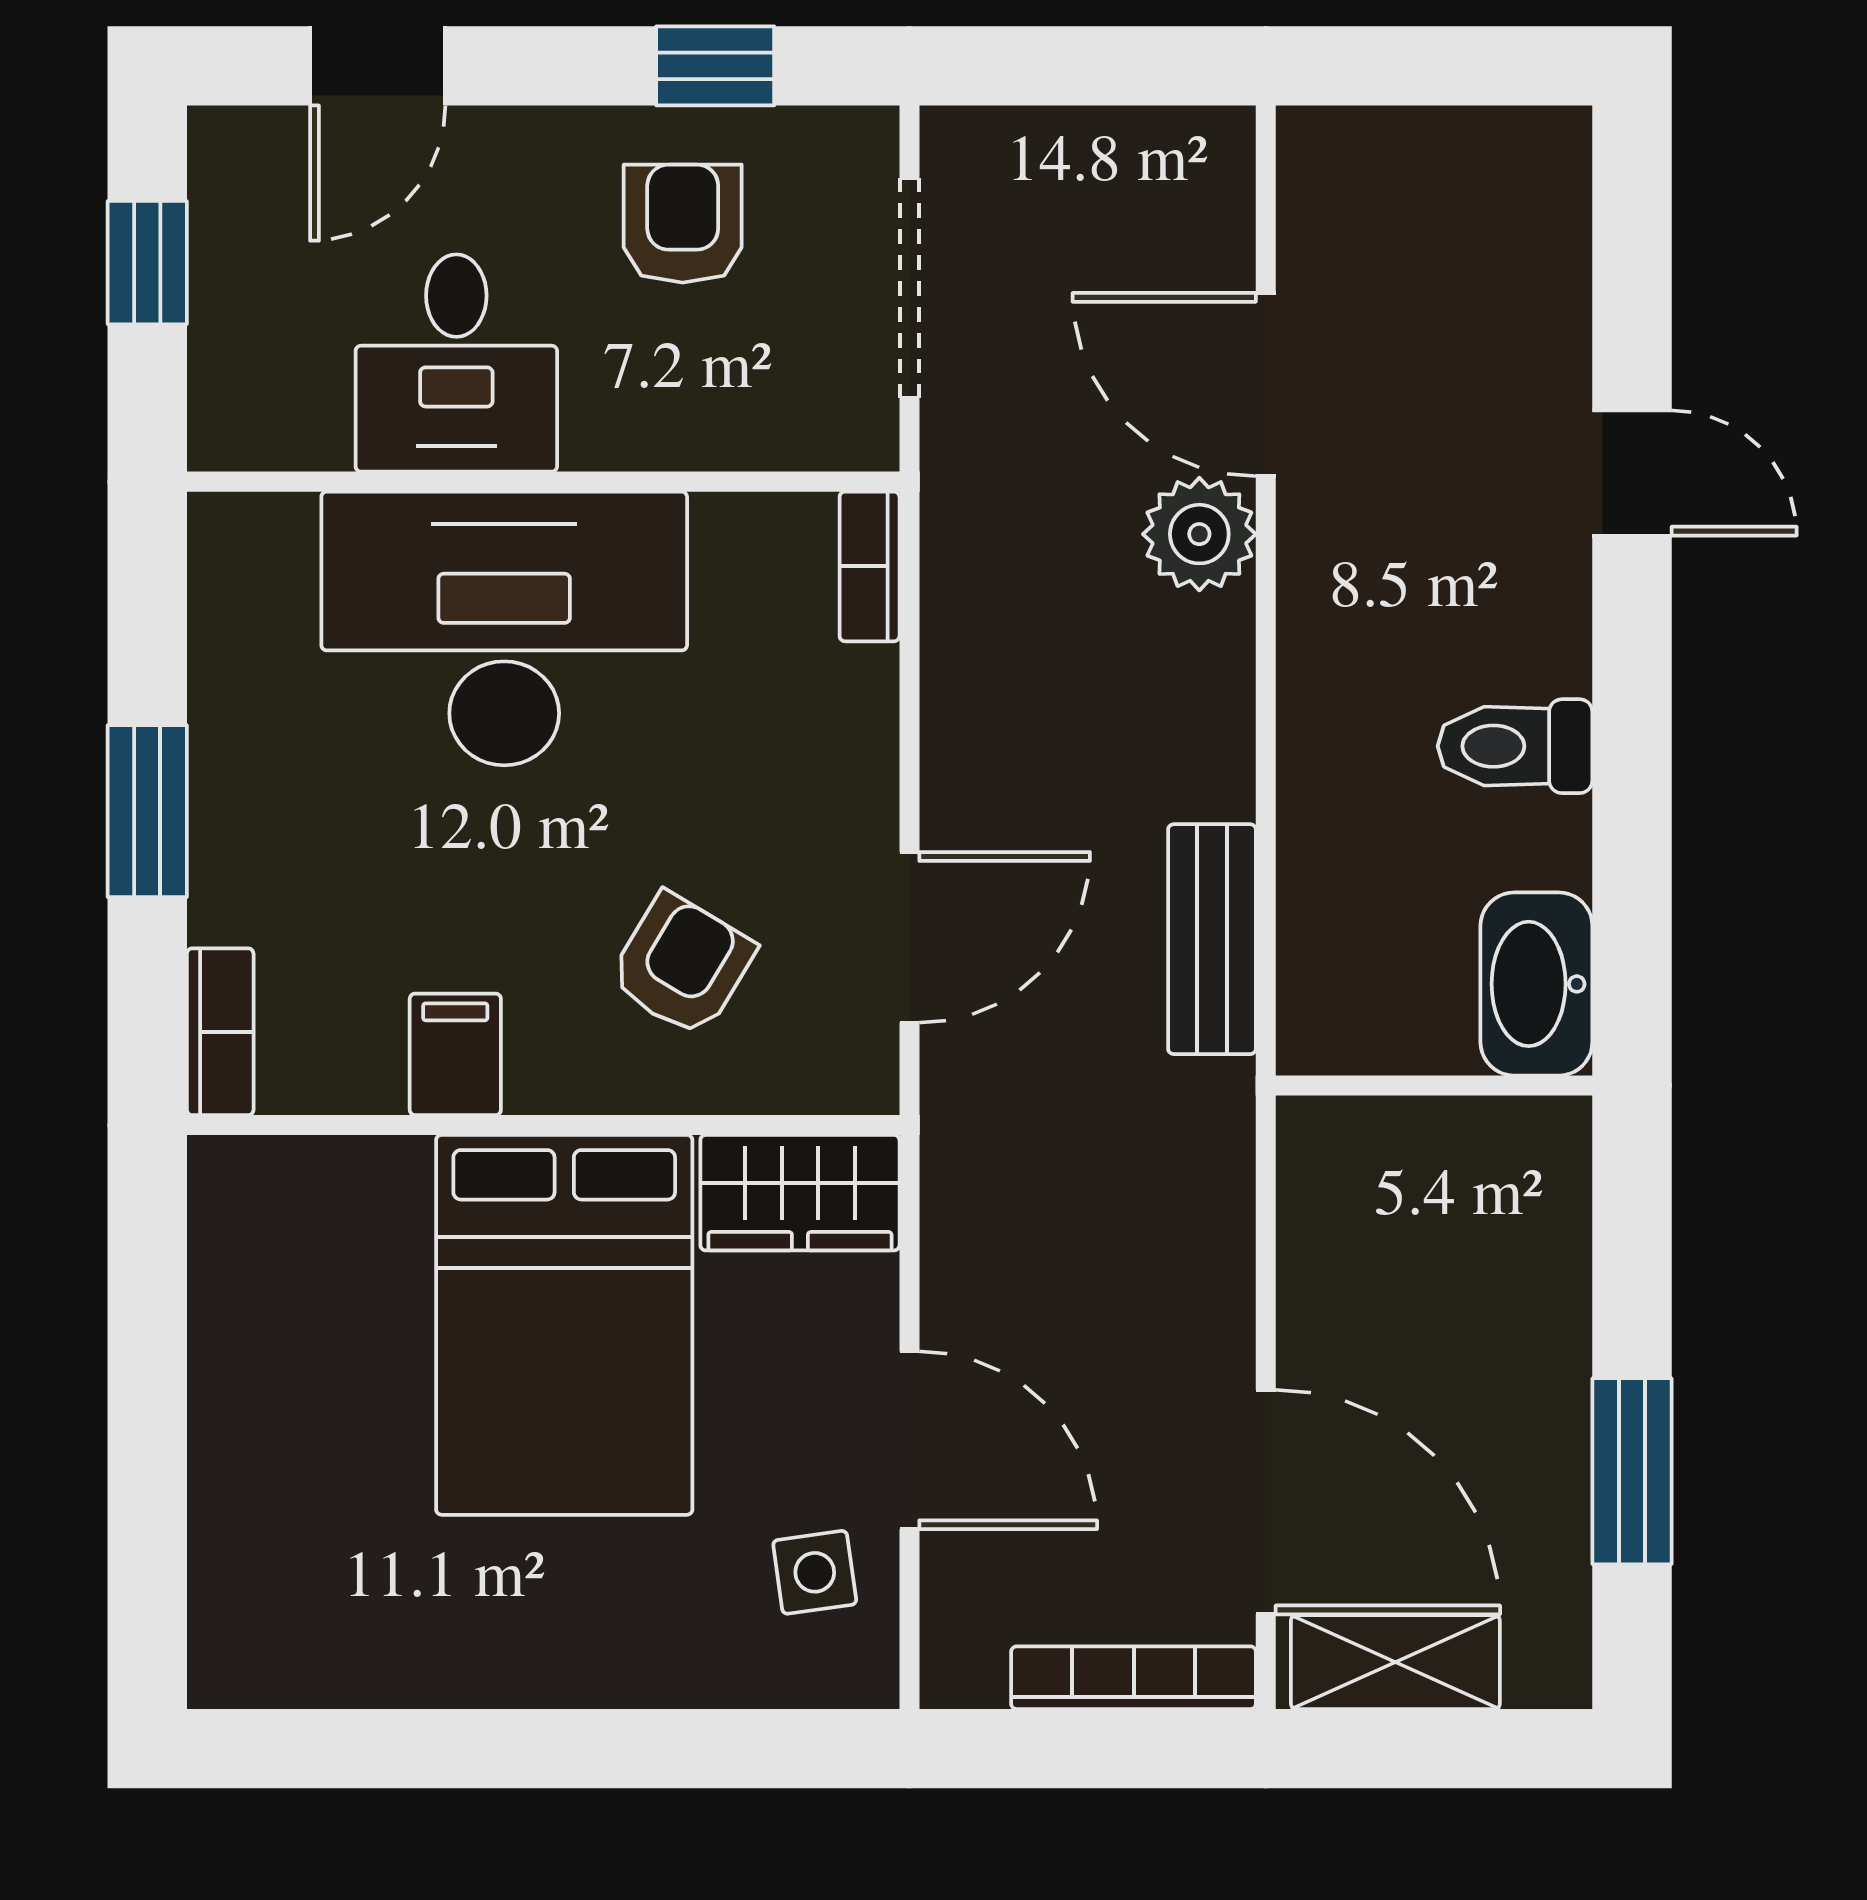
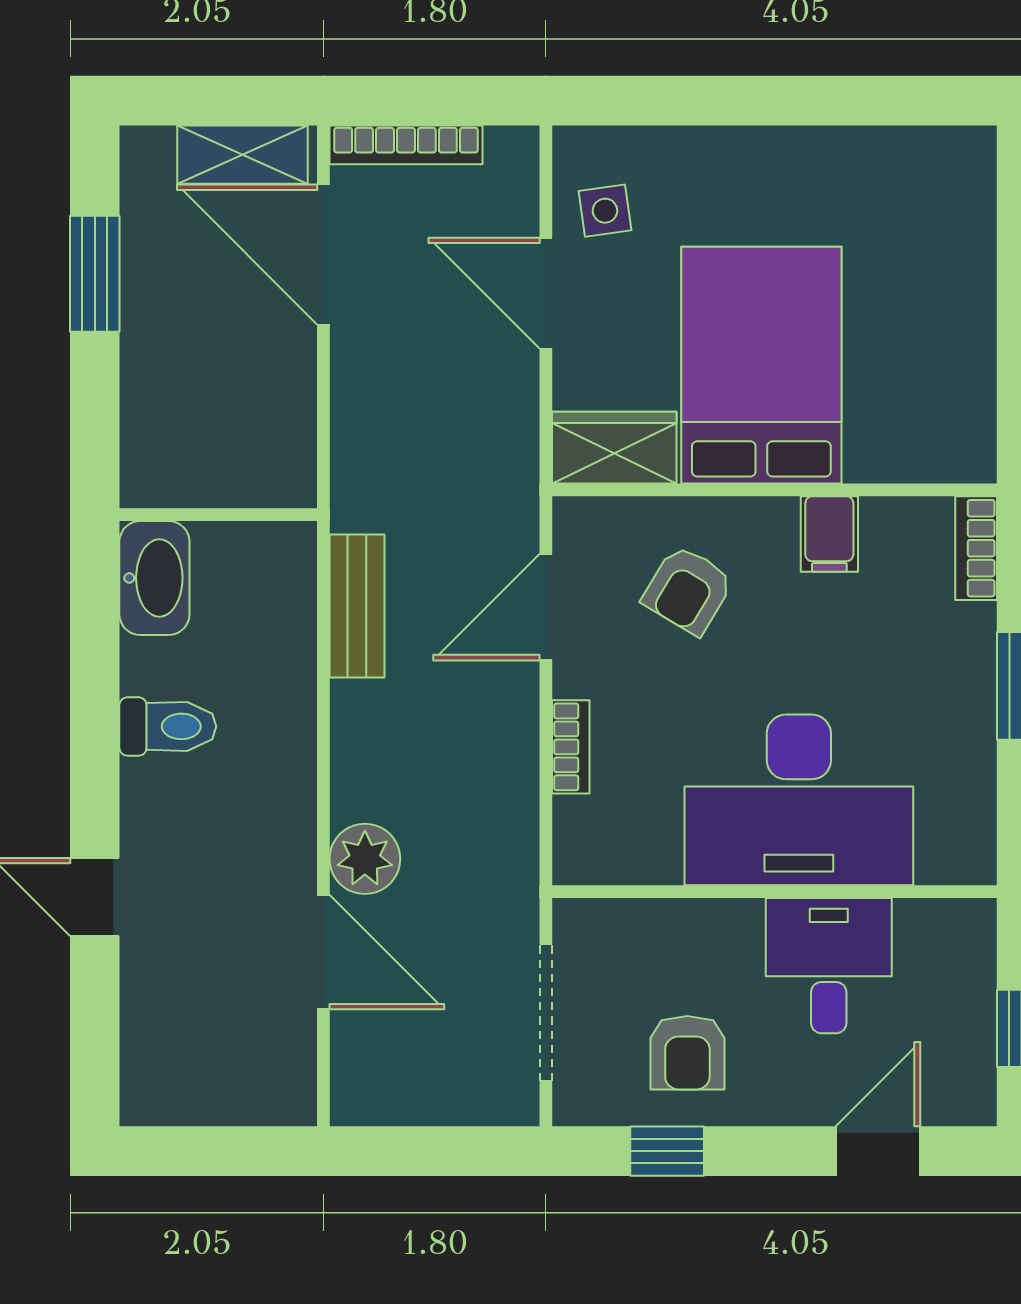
bookcase: (870, 566) -> (571, 747), moved

